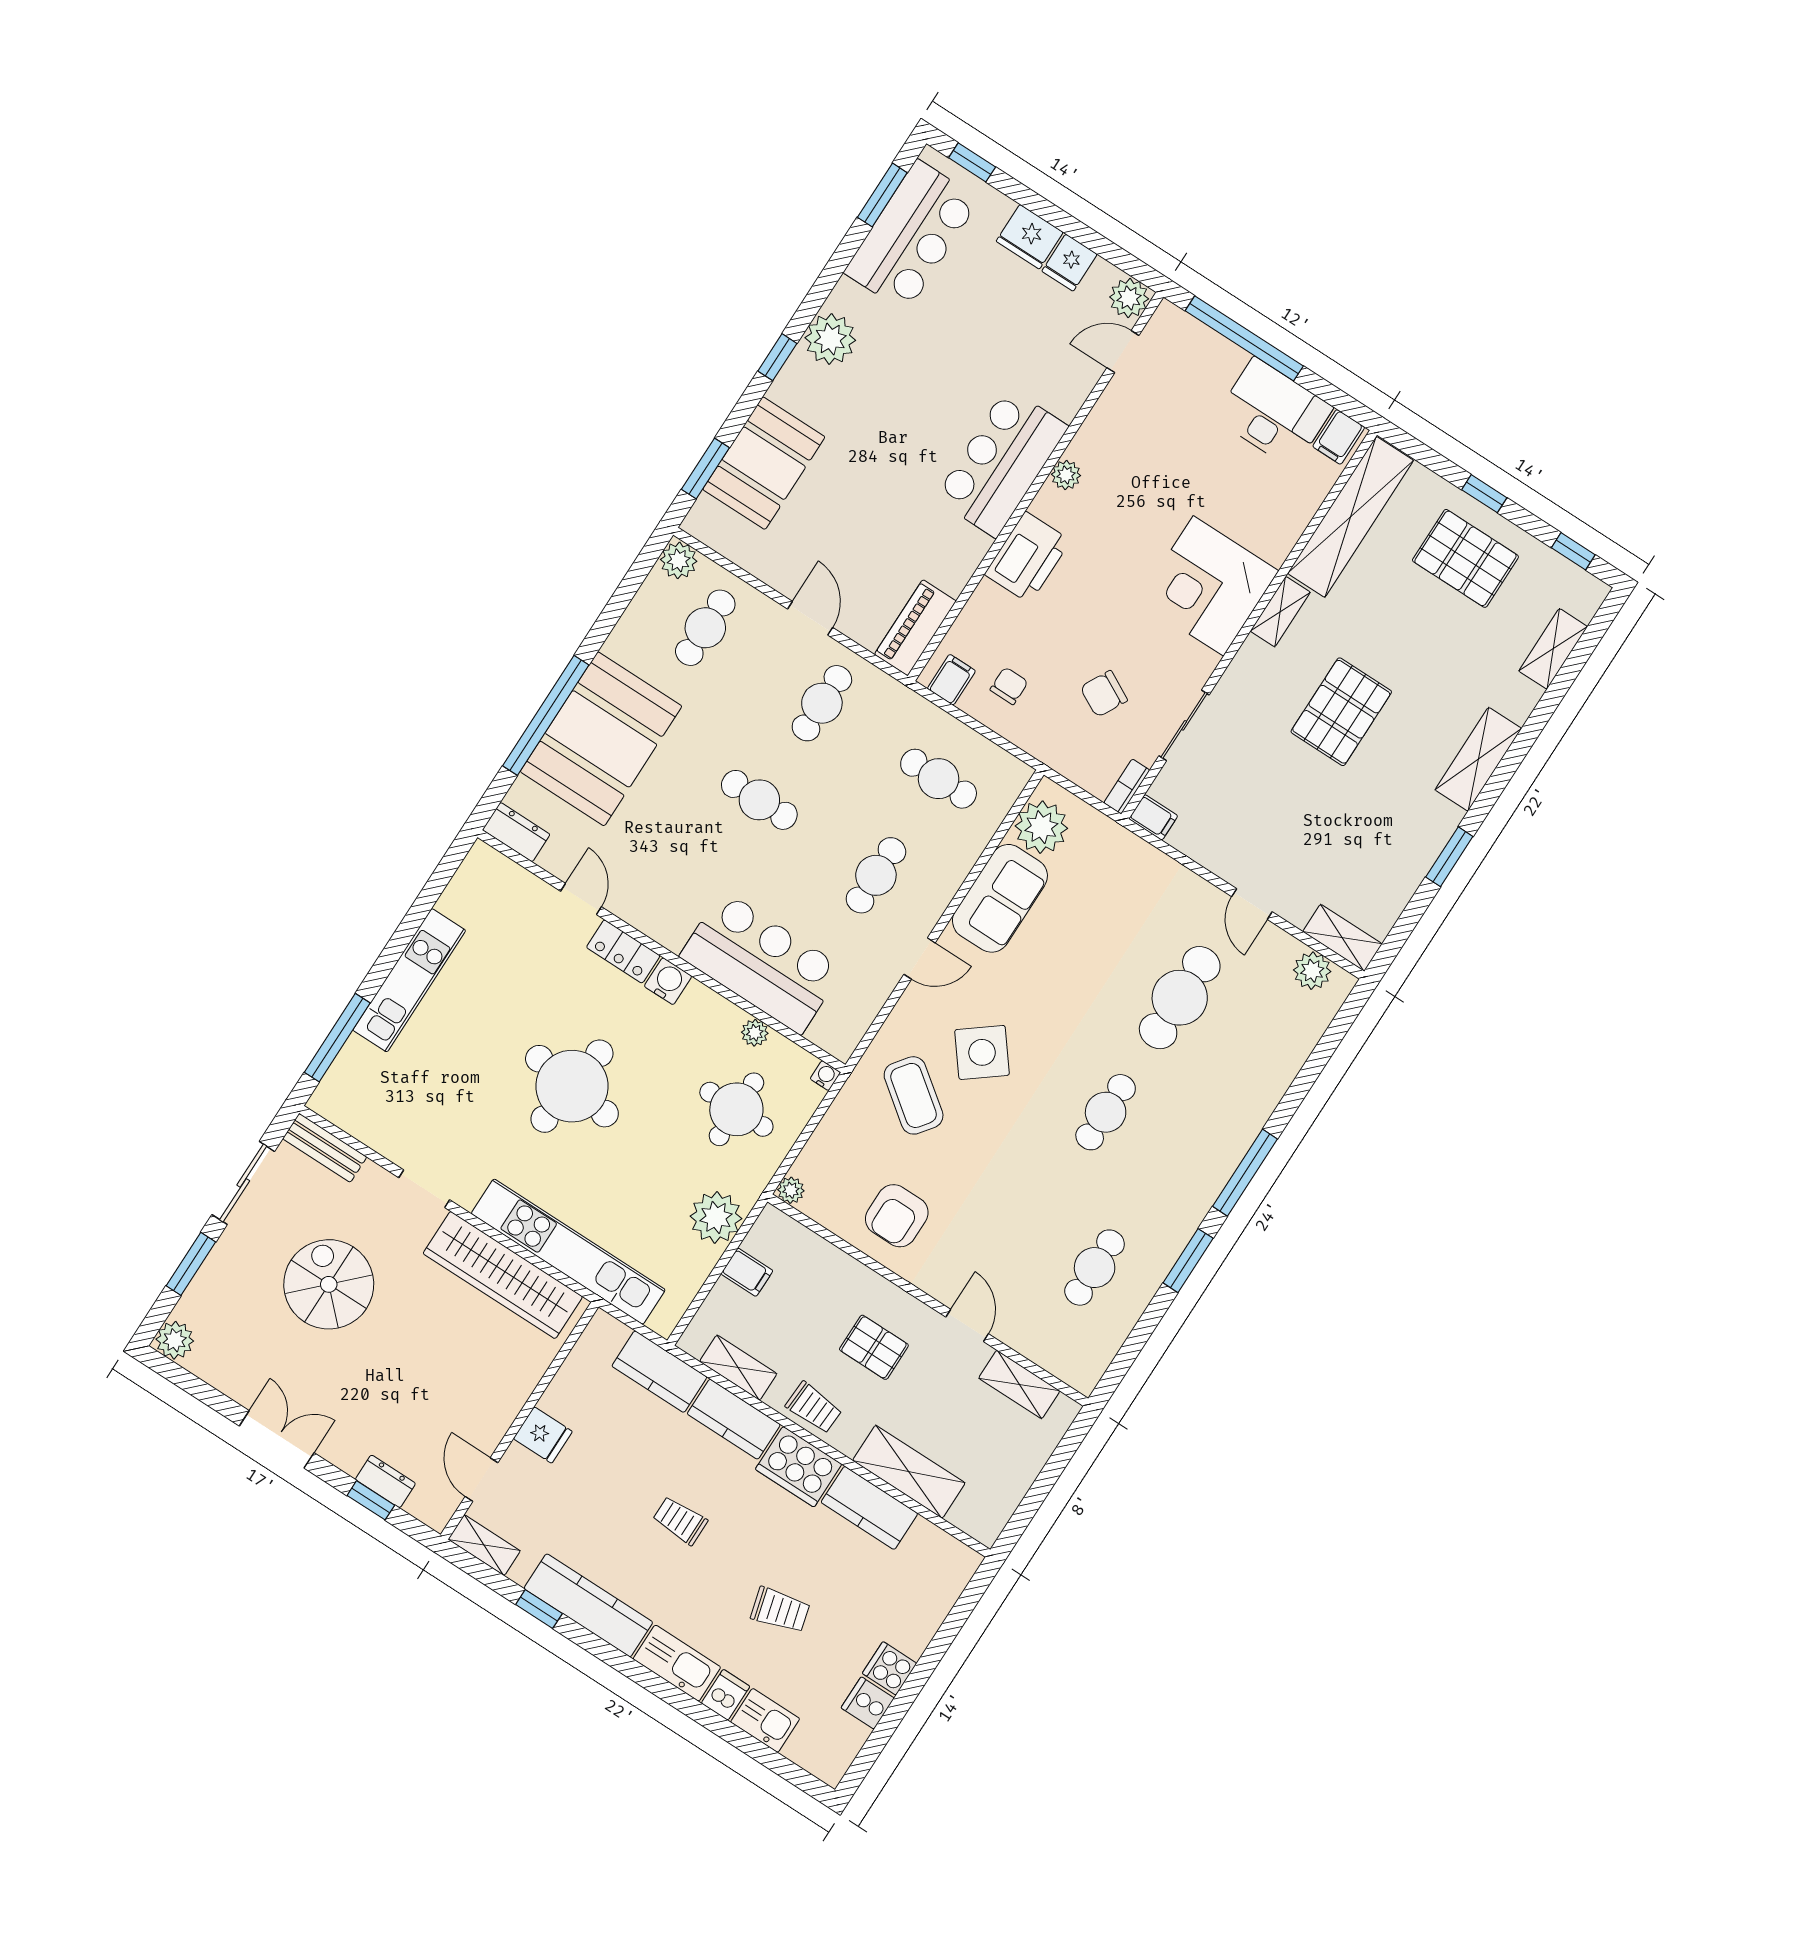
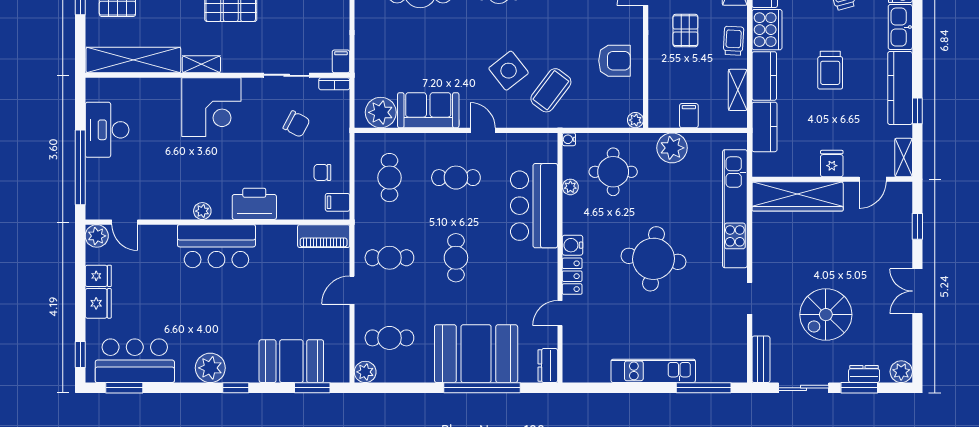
filing cabinet: (1339, 437) -> (98, 91), removed
wardrobe: (503, 1275) -> (798, 196), moved, turned 90
dresser: (385, 1481) -> (864, 374), moved, turned 90
trolley: (680, 1521) -> (830, 70), width x1.36, depth x1.39

